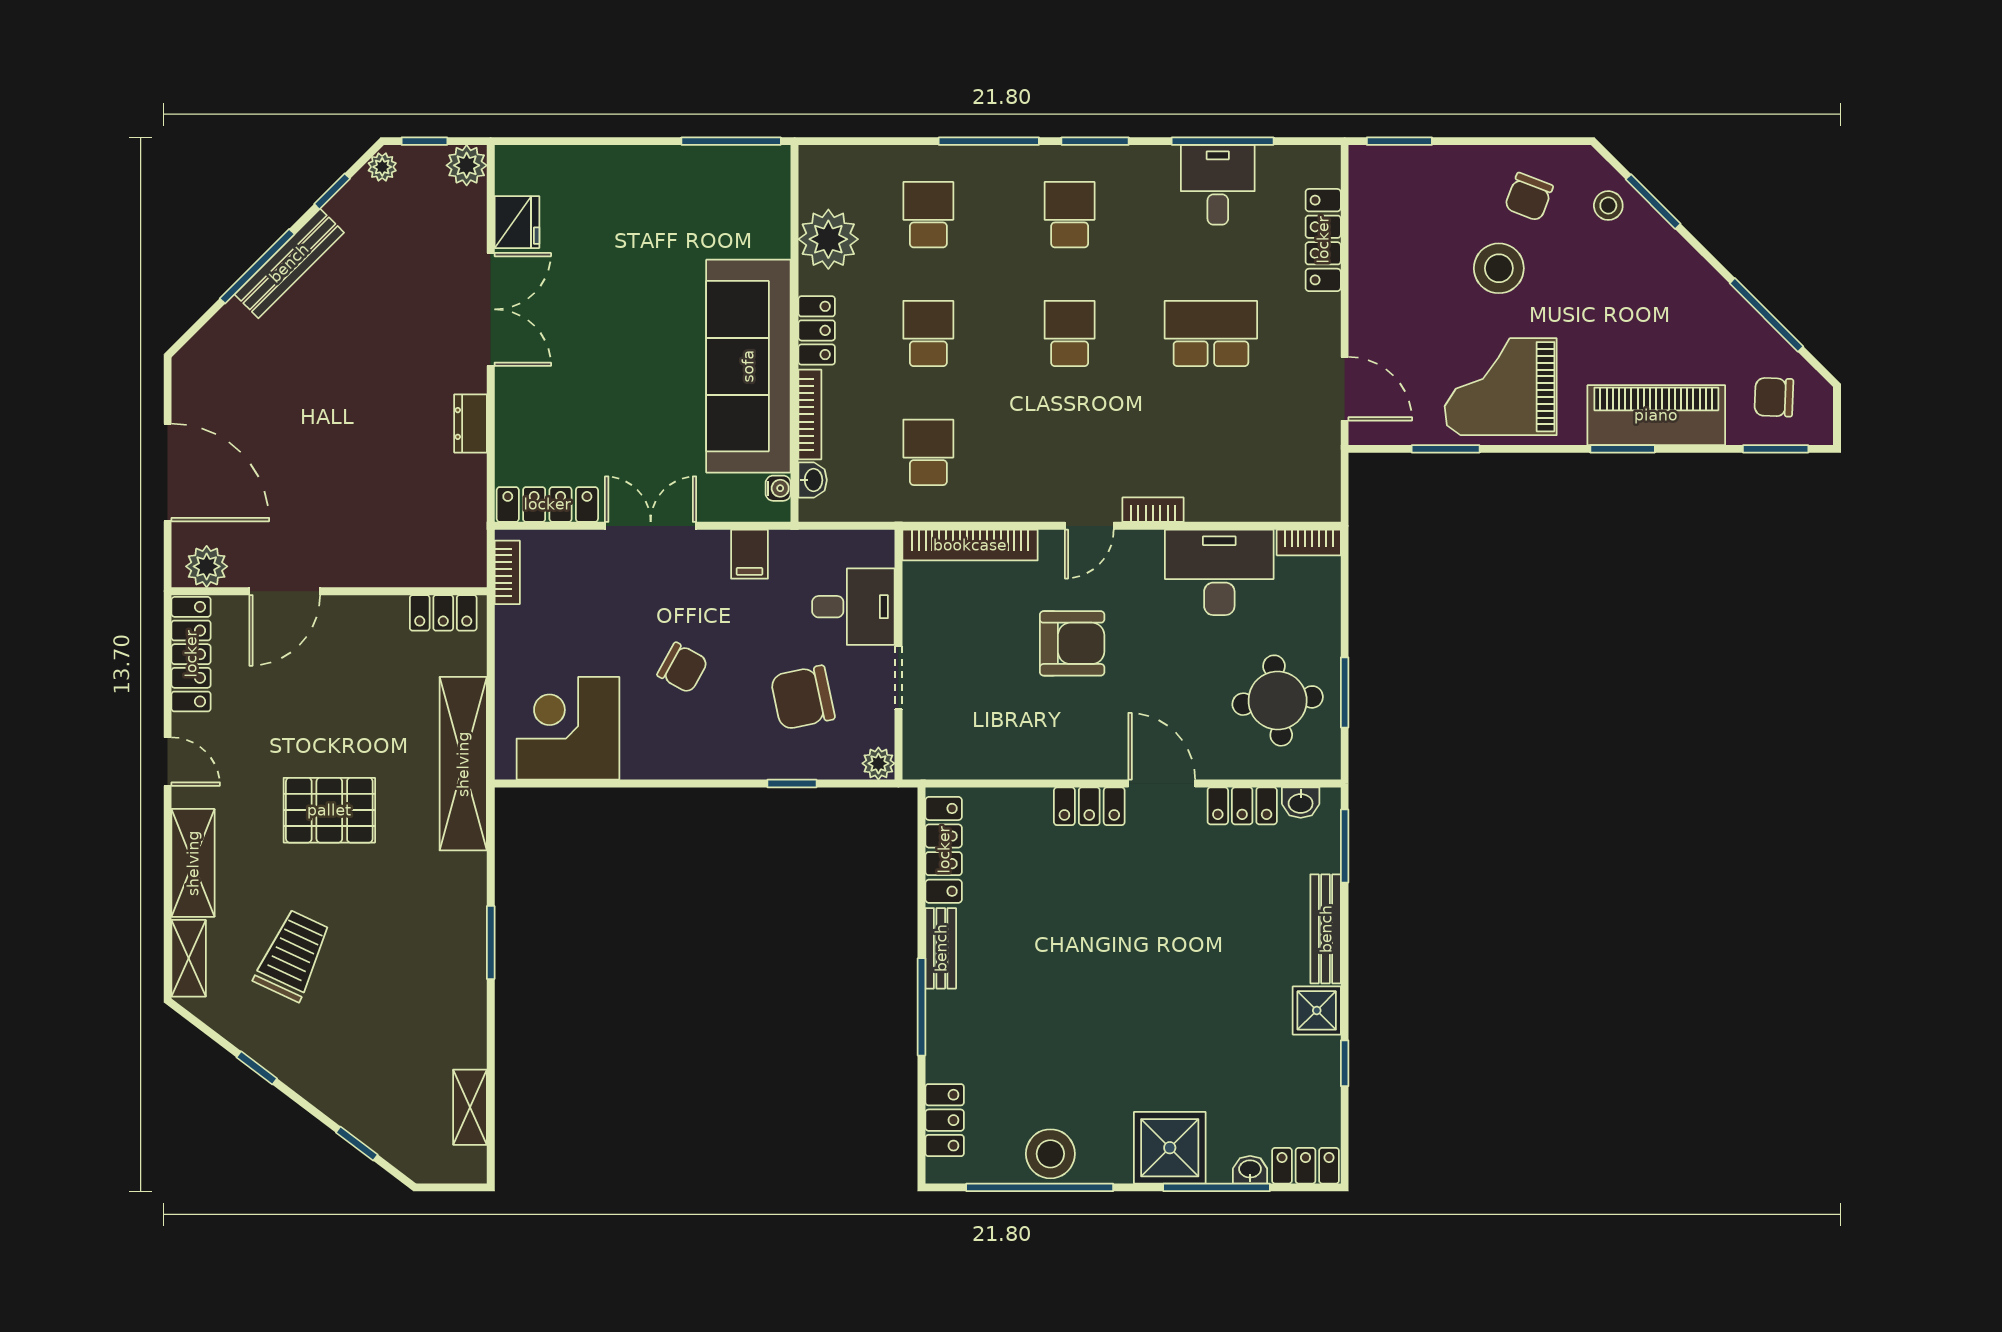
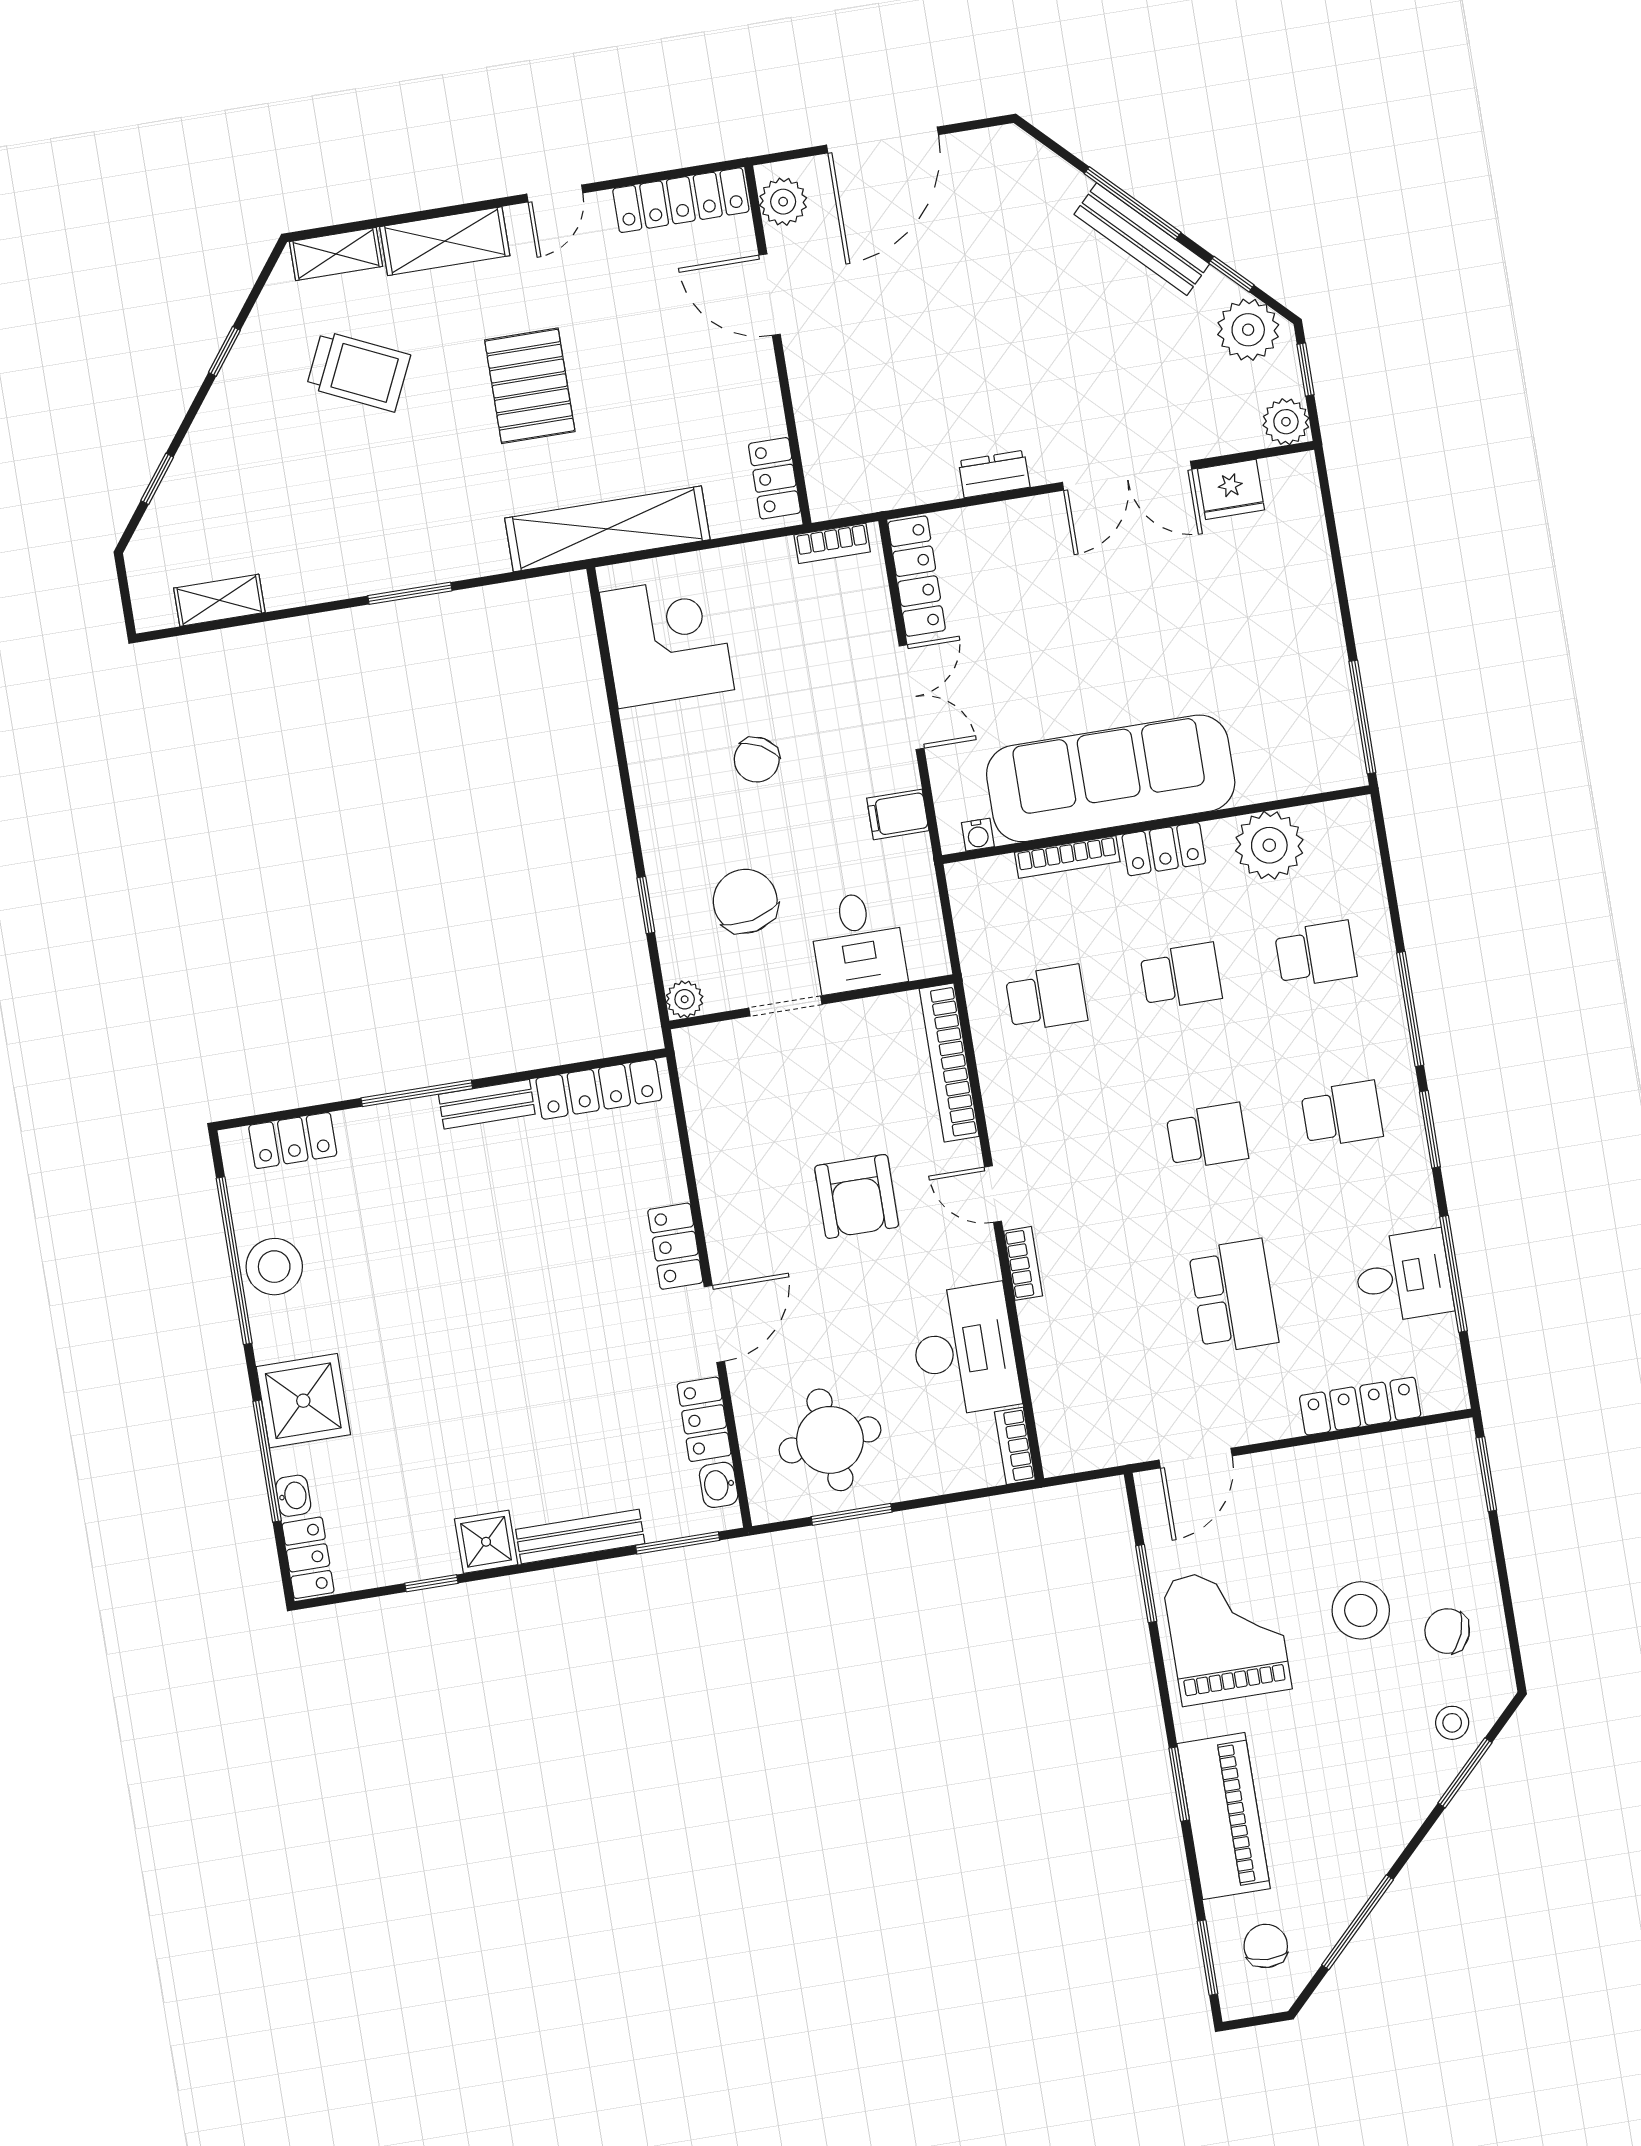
plant: (382, 167) -> (1248, 330), width x1.88, depth x1.88
washbasin: (813, 480) -> (994, 872), removed

